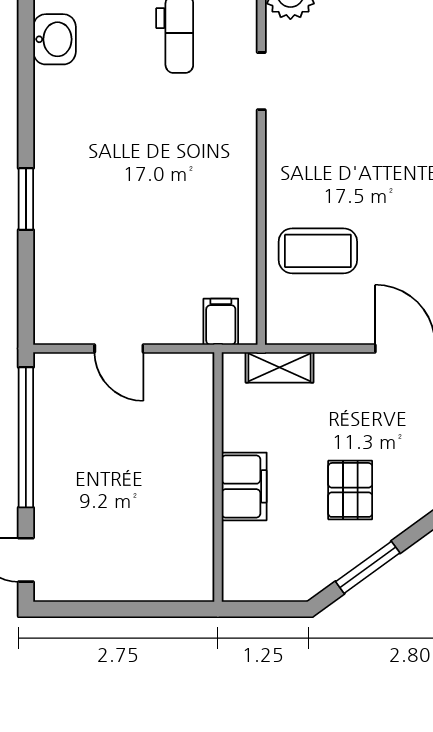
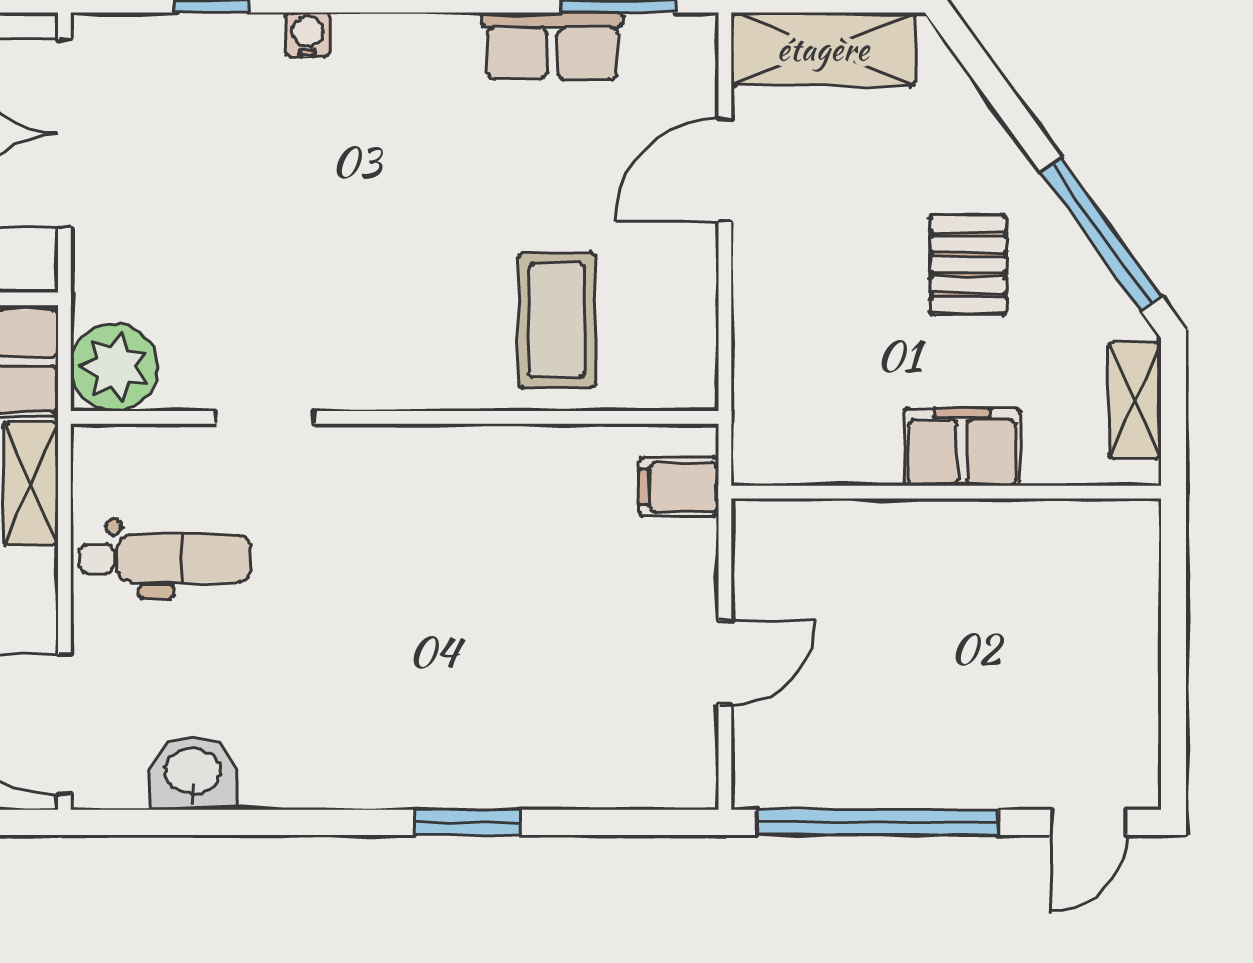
shelving: (280, 367) -> (1135, 400), moved
pallet: (350, 490) -> (968, 265), turned 90
window: (368, 567) -> (1101, 234), width x1.44

